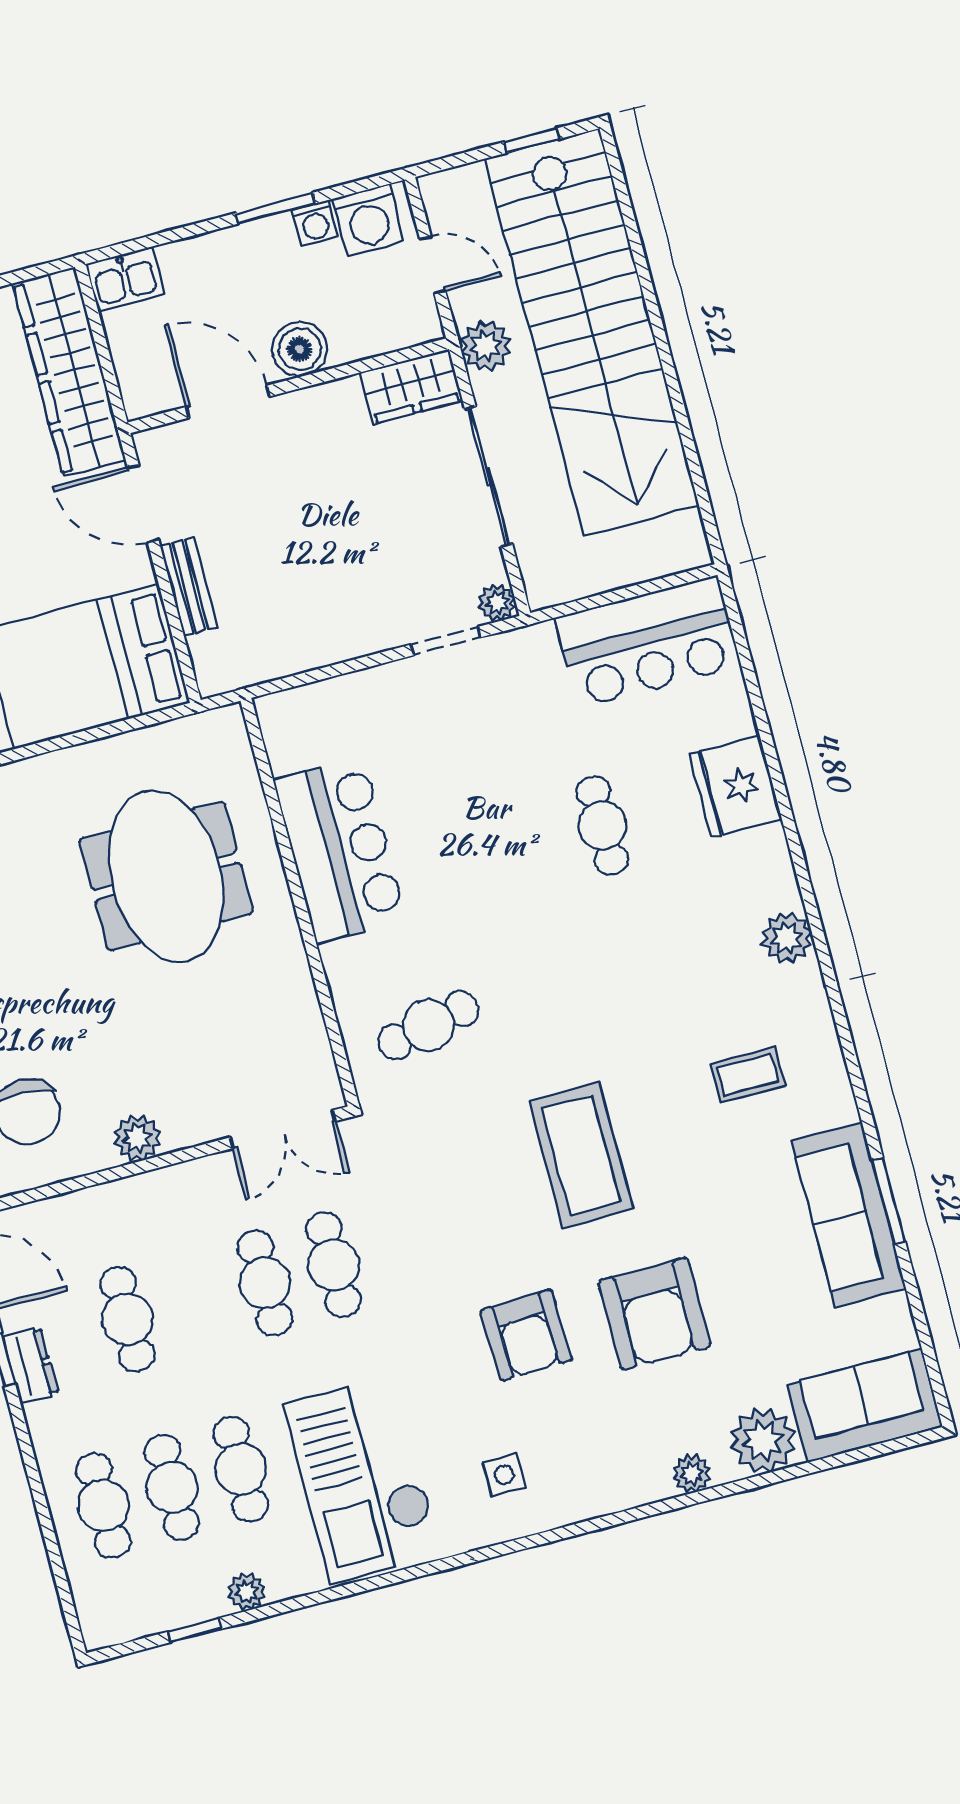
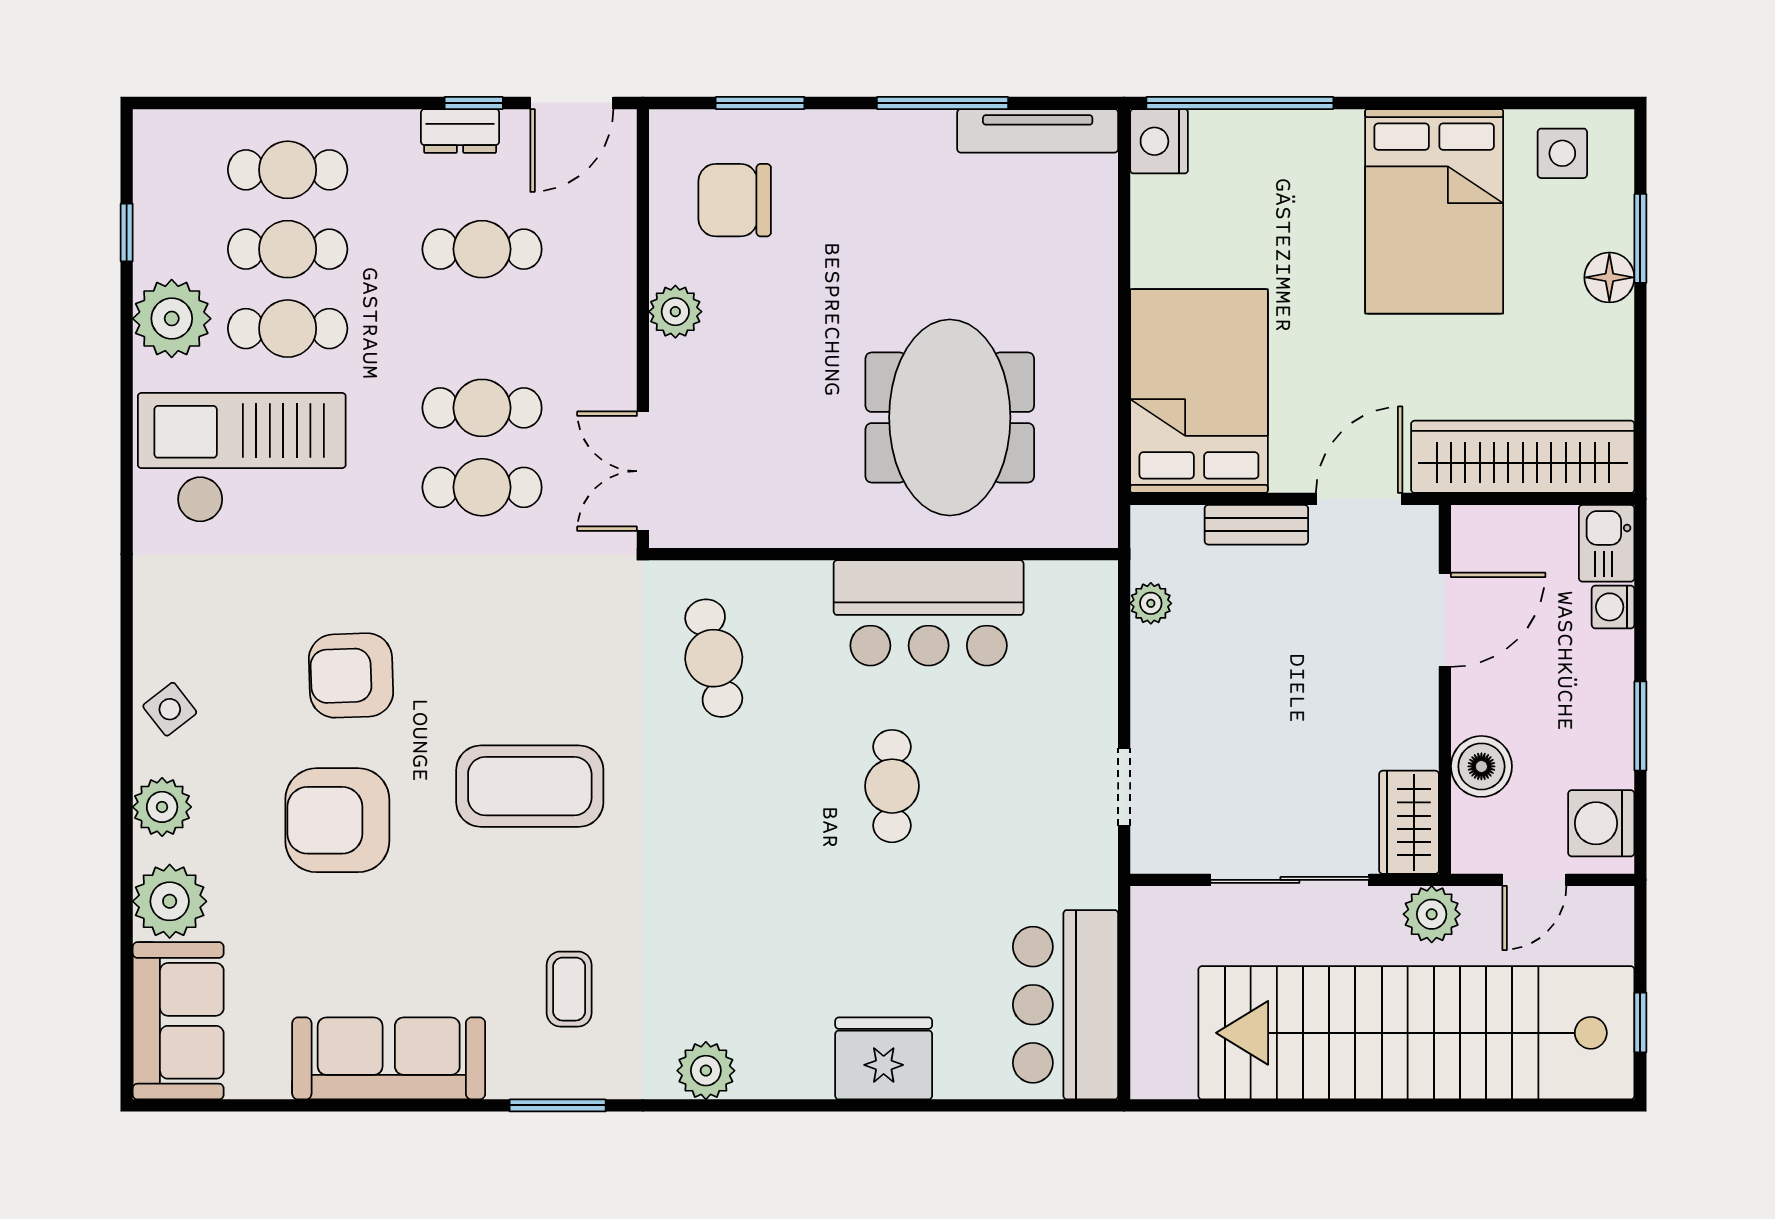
washing machine: (315, 223) -> (1613, 607), moved
boiler: (300, 349) -> (1481, 766), moved
plant: (497, 603) -> (1151, 603), moved
cafe table: (602, 825) -> (892, 786), moved, turned 90
meeting table: (166, 876) -> (950, 417), turned 90
window: (889, 1201) -> (558, 1105), moved
plant: (692, 1474) -> (162, 807), width x1.38, depth x1.38
side table: (504, 1475) -> (170, 709), moved, turned -38
plant: (247, 1592) -> (172, 319), width x1.88, depth x1.88

